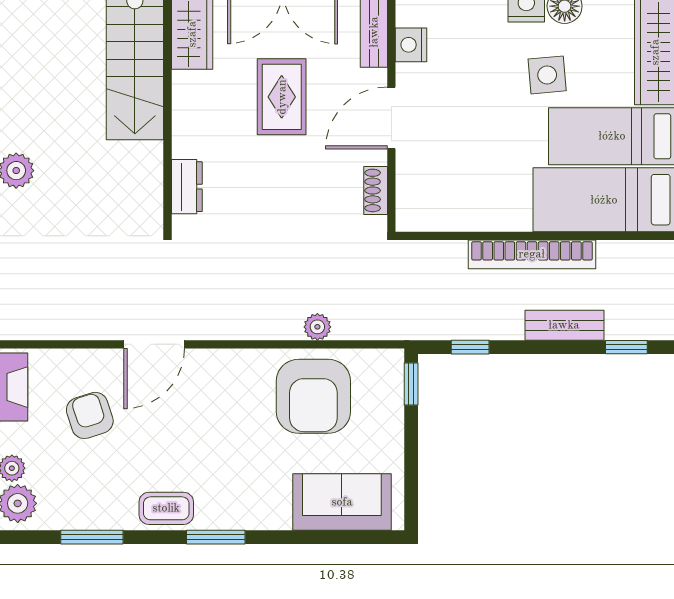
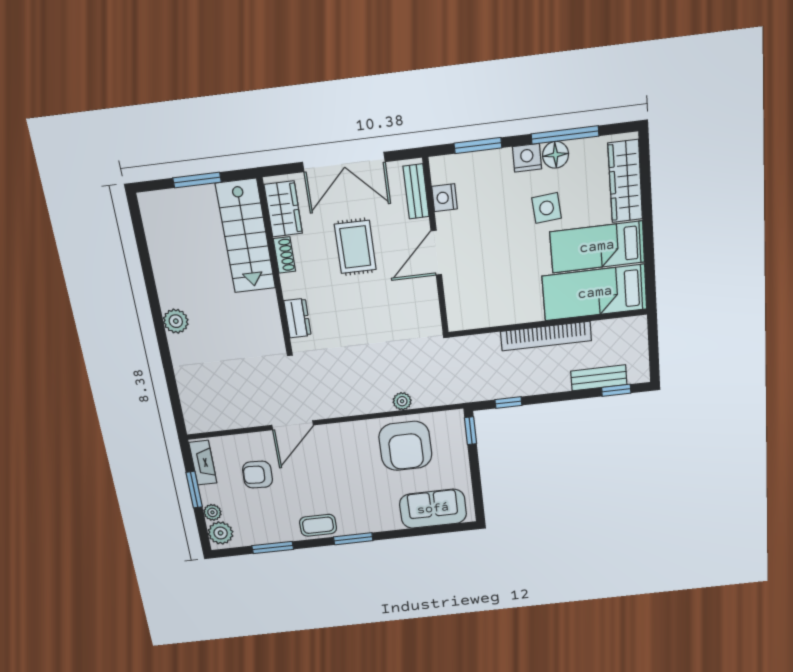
shoe rack: (376, 190) -> (284, 255), moved, turned 180
bench: (564, 325) -> (599, 378), moved
armchair: (90, 415) -> (257, 475), turned -69

